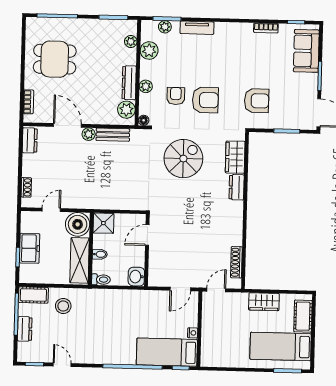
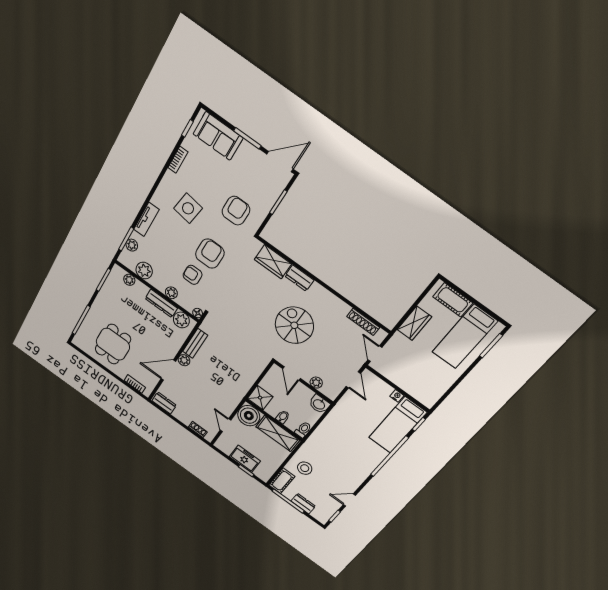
side table: (231, 59) -> (188, 208), added
spiral stairs: (183, 159) -> (294, 325), moved
plant: (155, 261) -> (316, 383), added

